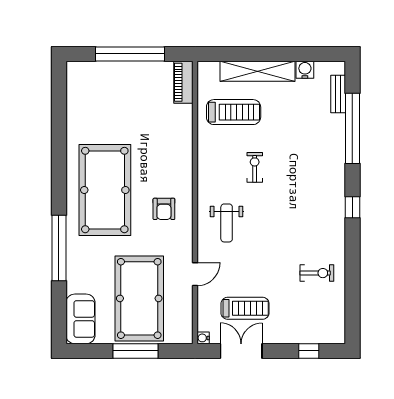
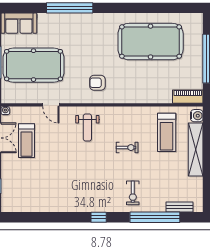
water cooler: (305, 70) -> (197, 116), moved
pool table: (105, 190) -> (151, 42), moved
weight bench: (227, 223) -> (87, 127), turned -90
exercise bike: (317, 273) -> (133, 193), moved

